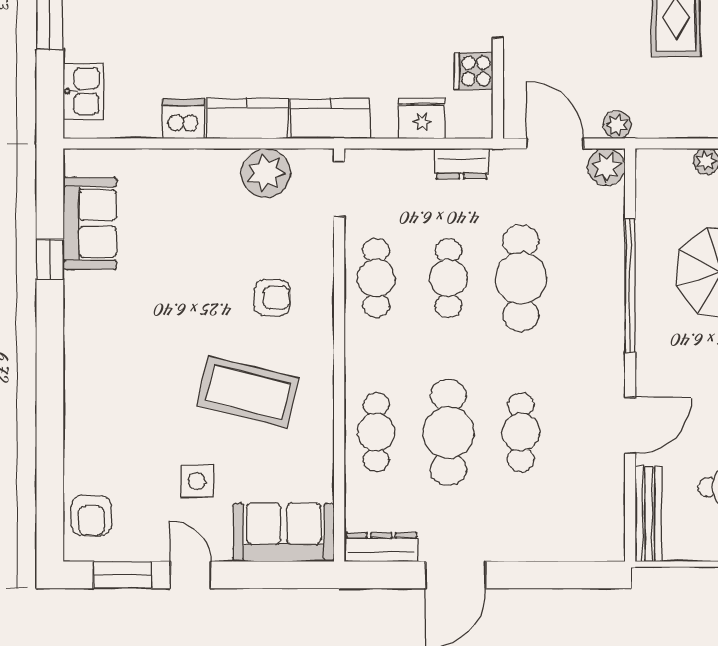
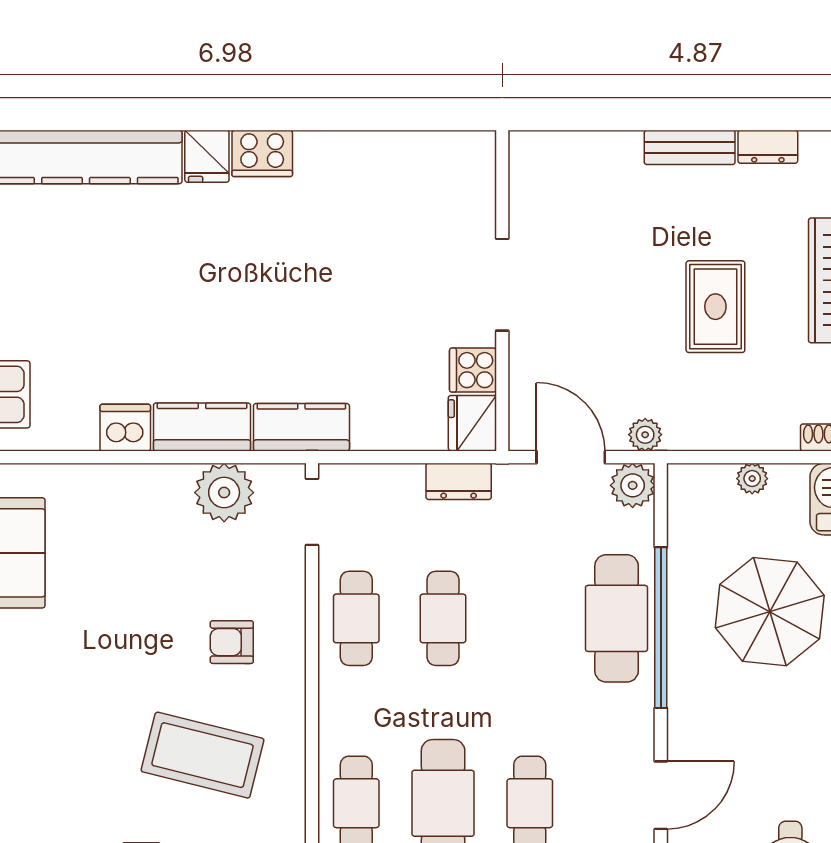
fridge: (422, 119) -> (472, 423), moved, turned -90
cafe table: (521, 278) -> (617, 618), moved
armchair: (272, 298) -> (232, 642), turned 180

